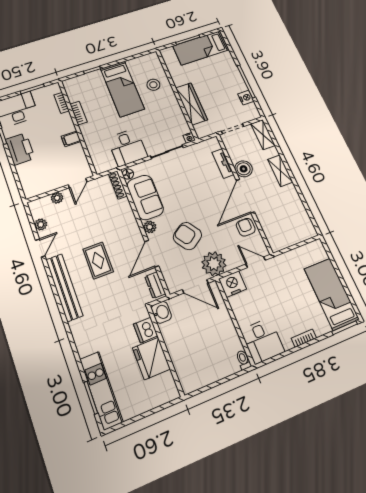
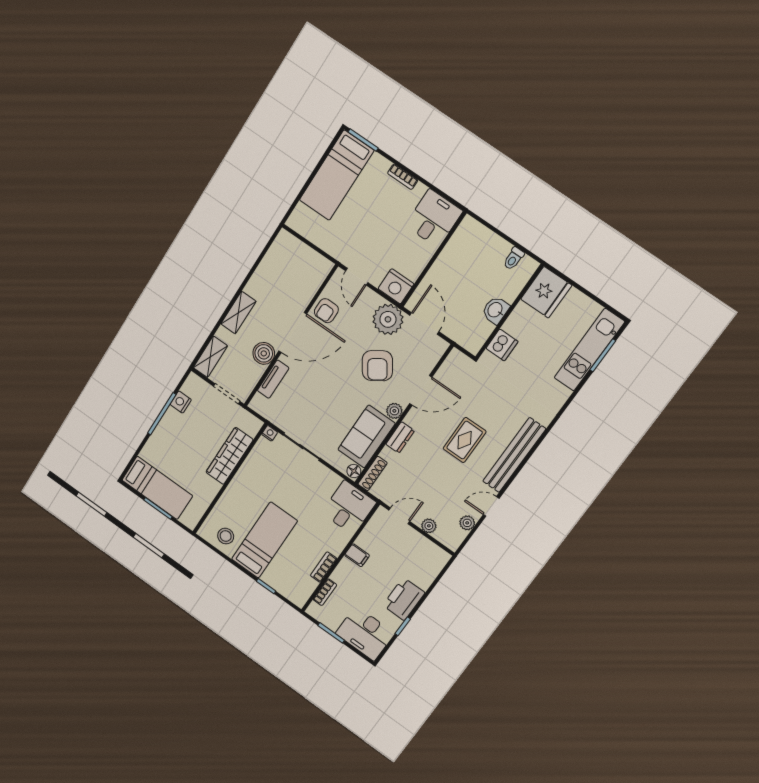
stool: (153, 85) -> (226, 536), moved
desk: (127, 147) -> (349, 508), moved
dresser: (155, 285) -> (400, 437), moved
washbasin: (161, 312) -> (495, 310), moved
fridge: (151, 358) -> (546, 292), moved
toilet: (243, 360) -> (514, 259), moved

